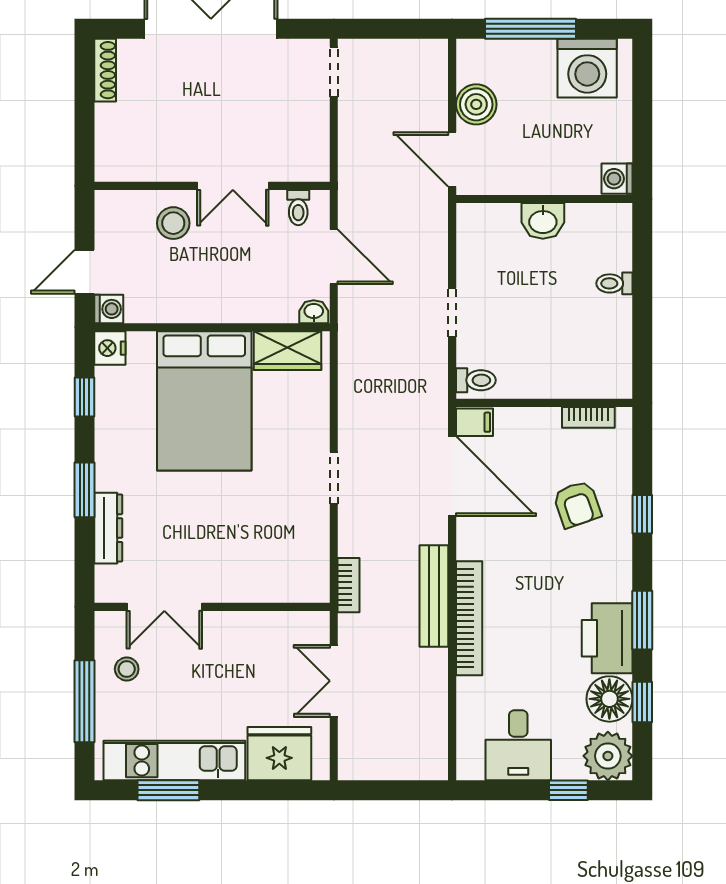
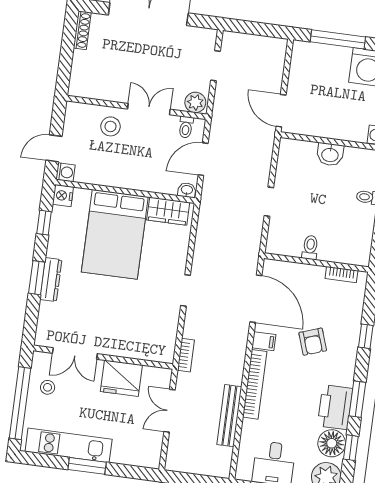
doorway: (334, 72) -> (216, 66), moved
boiler: (476, 104) -> (300, 80), removed
plant: (308, 165) -> (195, 102), added
double door: (233, 186) -> (149, 109), swing flipped
door: (334, 257) -> (203, 159), swing flipped
toilet: (476, 380) -> (310, 247), moved, turned -90
filing cabinet: (474, 422) -> (264, 341), moved
armchair: (577, 504) -> (313, 342), moved
dresser: (108, 528) -> (51, 280), moved
bench: (434, 596) -> (229, 416), moved
window: (84, 701) -> (20, 403), width x1.46
fridge: (279, 754) -> (121, 378), moved, turned 180
window: (168, 790) -> (87, 466), moved

